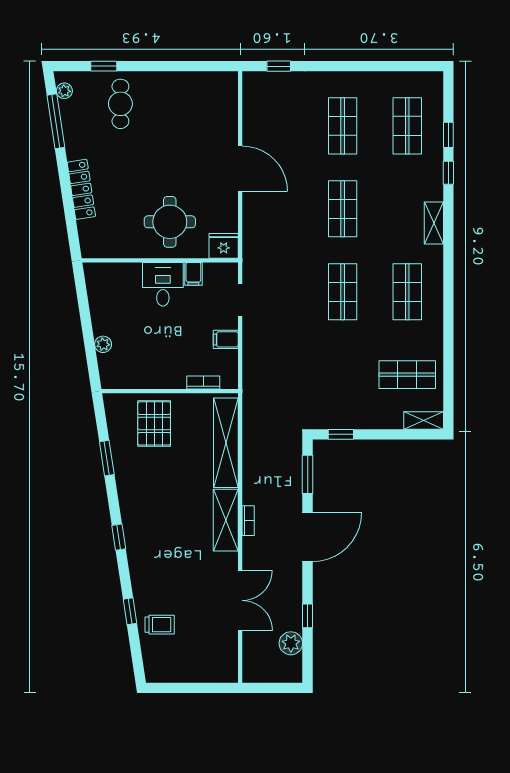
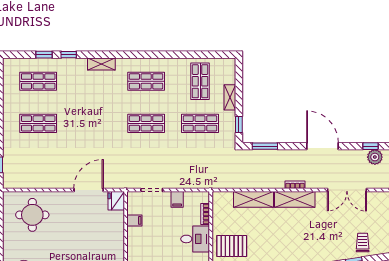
door: (240, 169) -> (89, 190), moved
shop shelf: (343, 209) -> (200, 123), moved
round table: (170, 222) -> (32, 215), moved
desk: (163, 284) -> (195, 239), moved, turned 180
shelving: (424, 420) -> (230, 97), moved
shelving: (226, 443) -> (254, 199), width x0.68
door: (308, 537) -> (323, 146), moved
double door: (240, 600) -> (347, 190), swing flipped
window: (308, 616) -> (371, 146), moved

